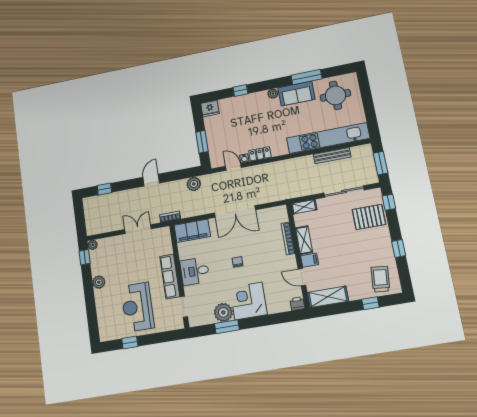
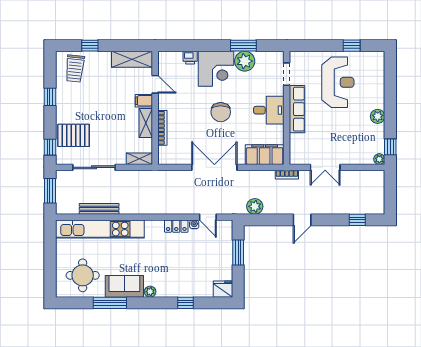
chair: (237, 262) -> (221, 112), width x1.87, depth x1.87
printer: (297, 304) -> (190, 58), moved

